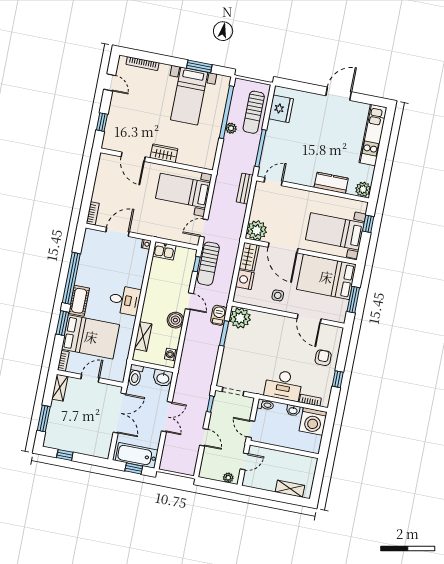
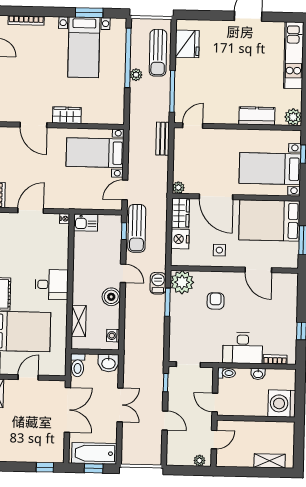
plant: (257, 230) -> (178, 188), width x0.53, depth x0.53
armchair: (323, 358) -> (216, 301), moved
washing machine: (313, 421) -> (282, 403), moved, turned 90
window: (65, 455) -> (45, 467), moved

